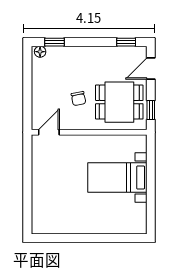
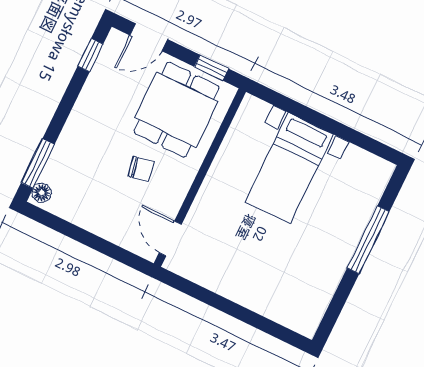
window: (55, 42) -> (38, 164), width x1.50
door: (151, 69) -> (149, 37), hinge flipped
window: (100, 238) -> (368, 240), added

